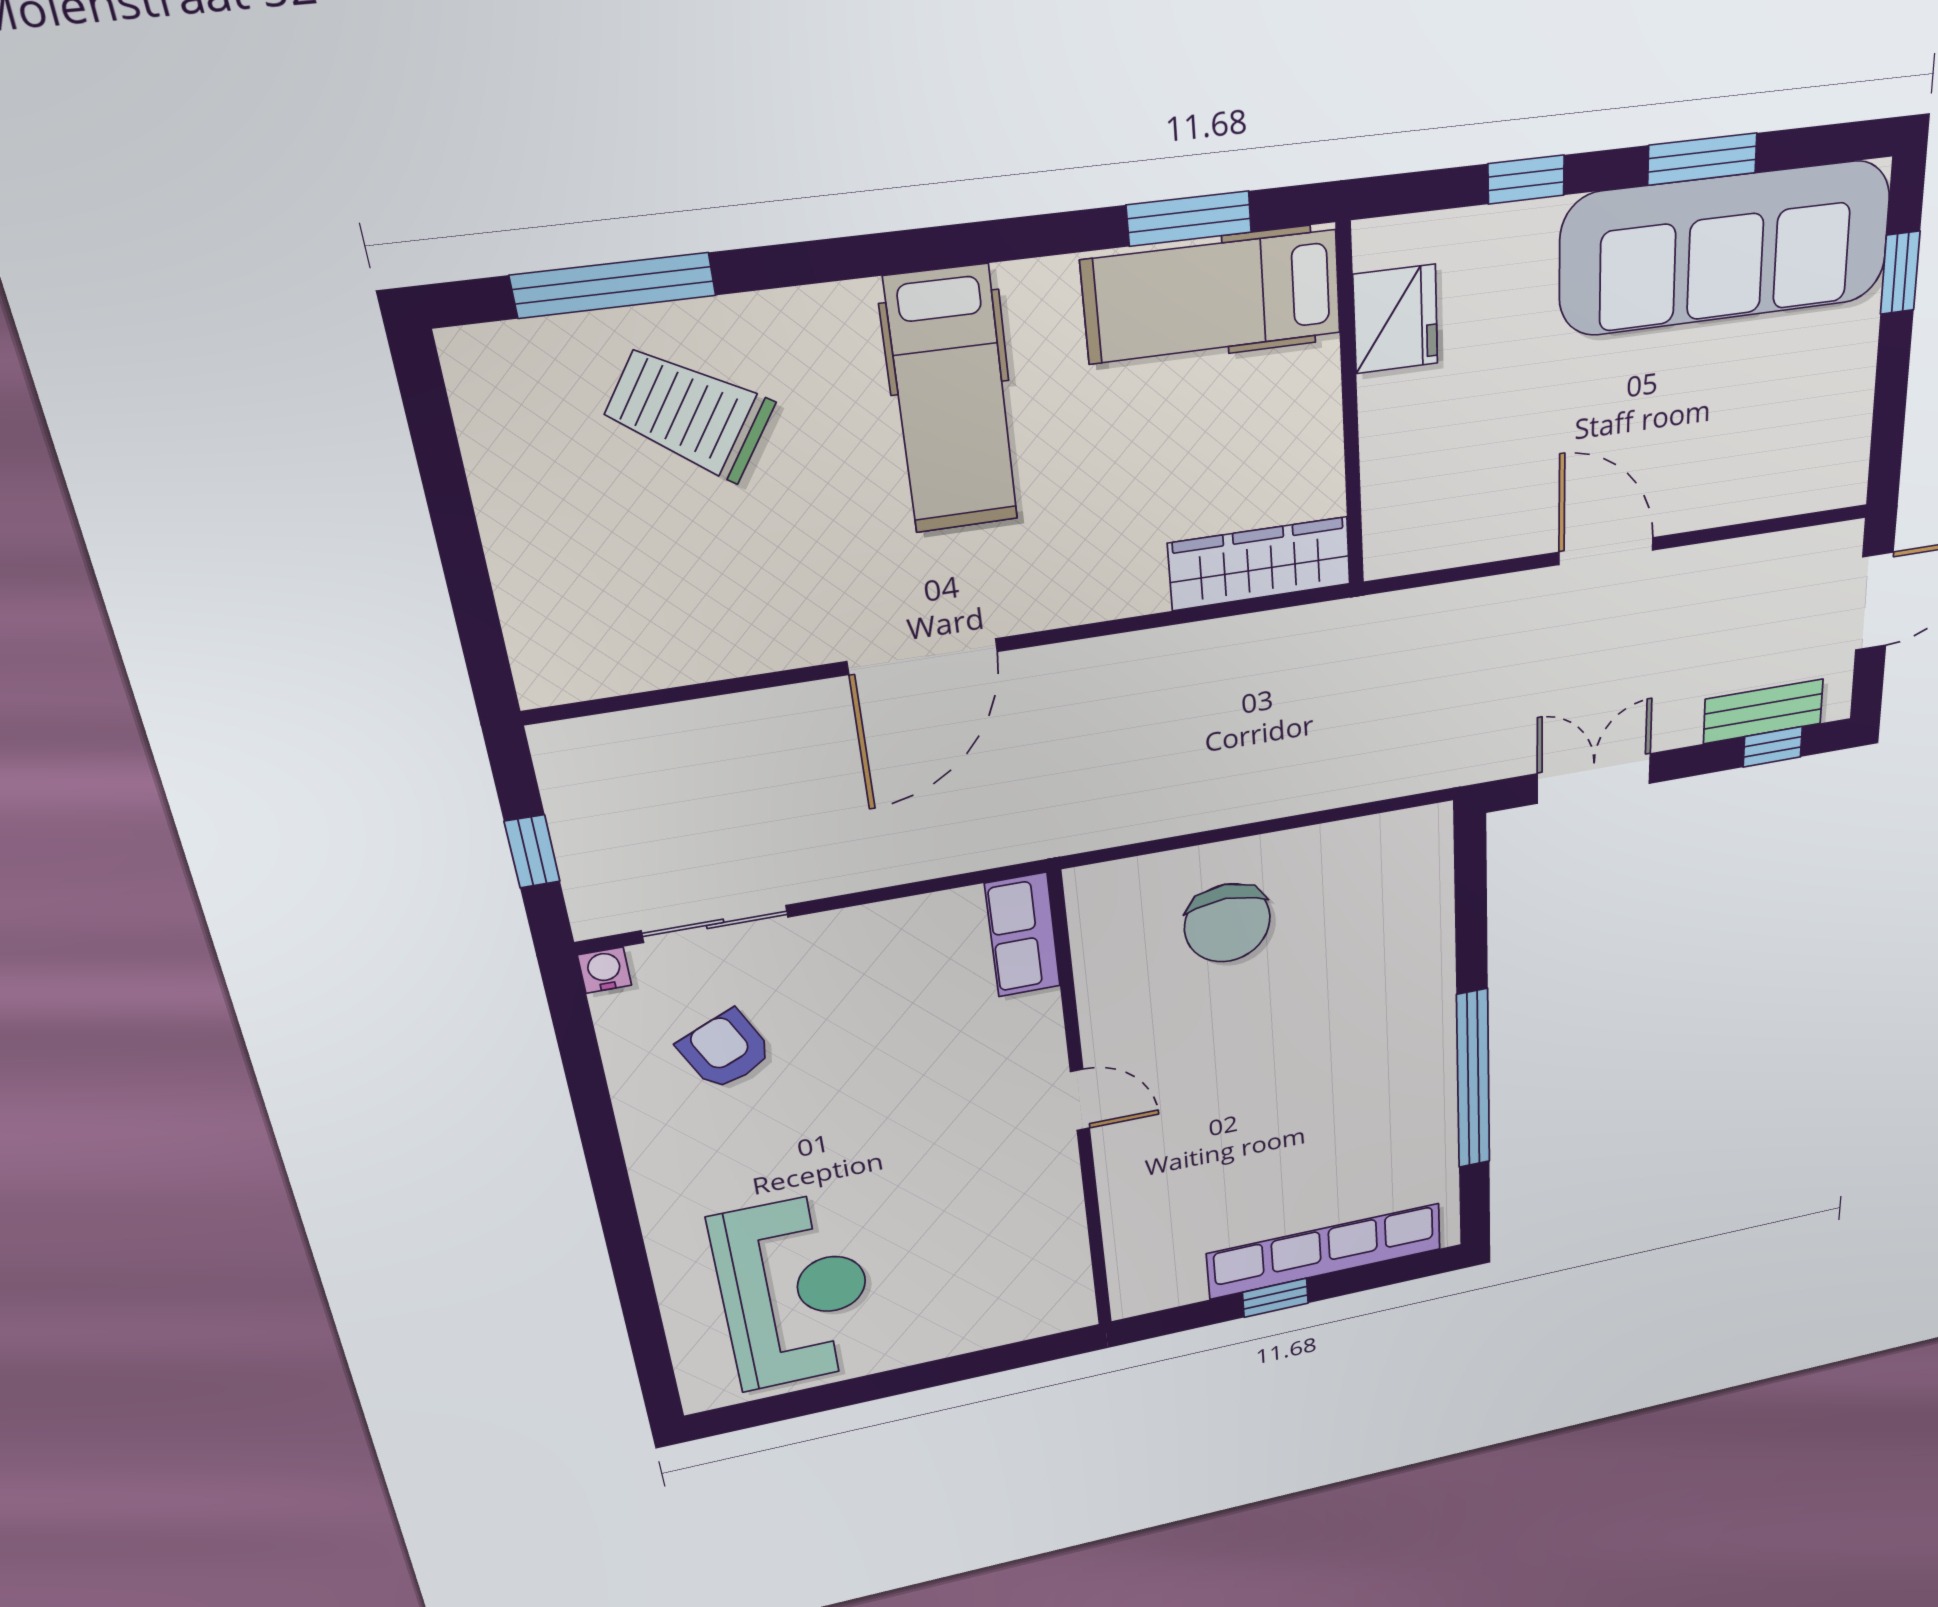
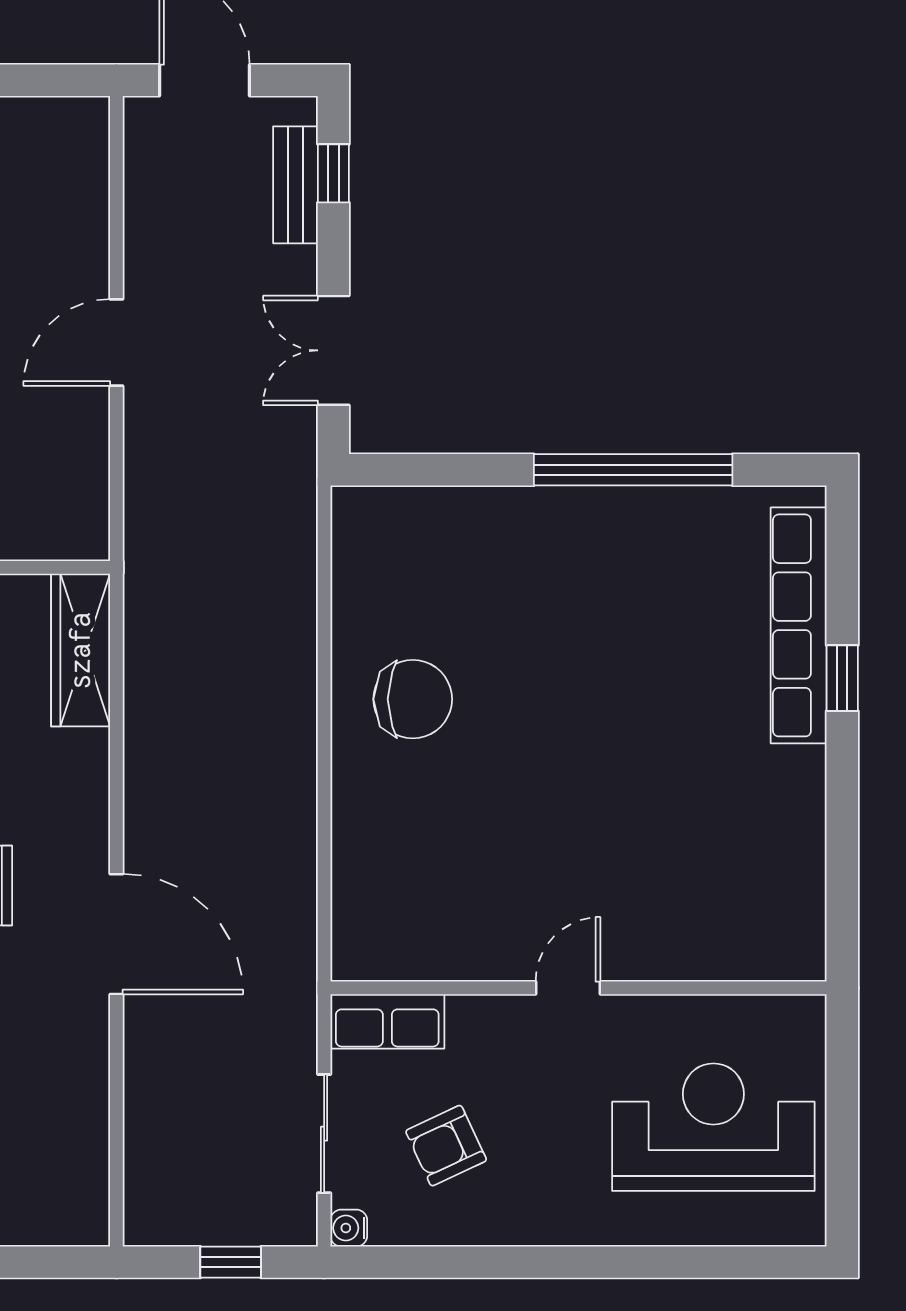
row of seats: (1023, 935) -> (387, 1021), moved
door: (1080, 1100) -> (568, 988), moved
wall: (1081, 1110) -> (578, 988), moved

